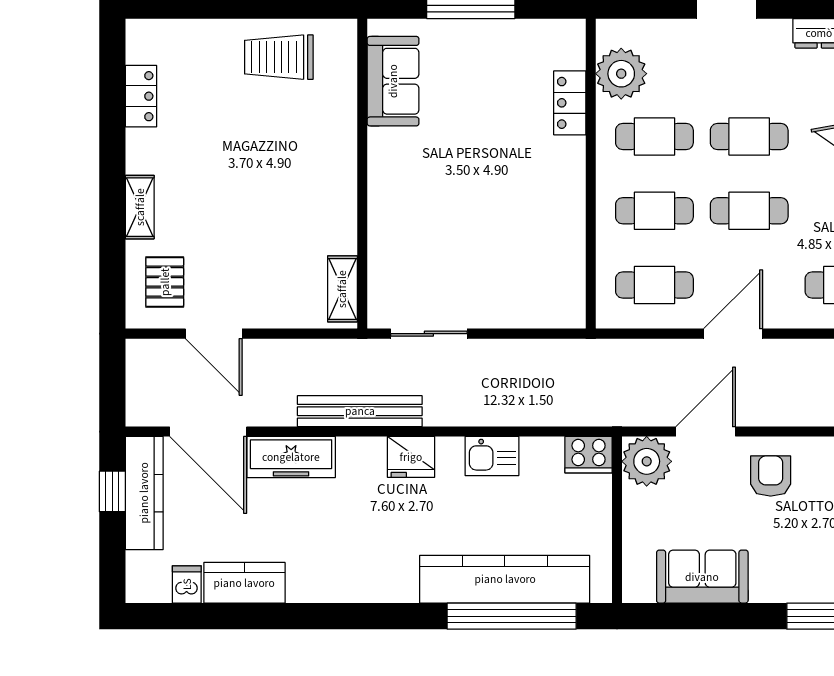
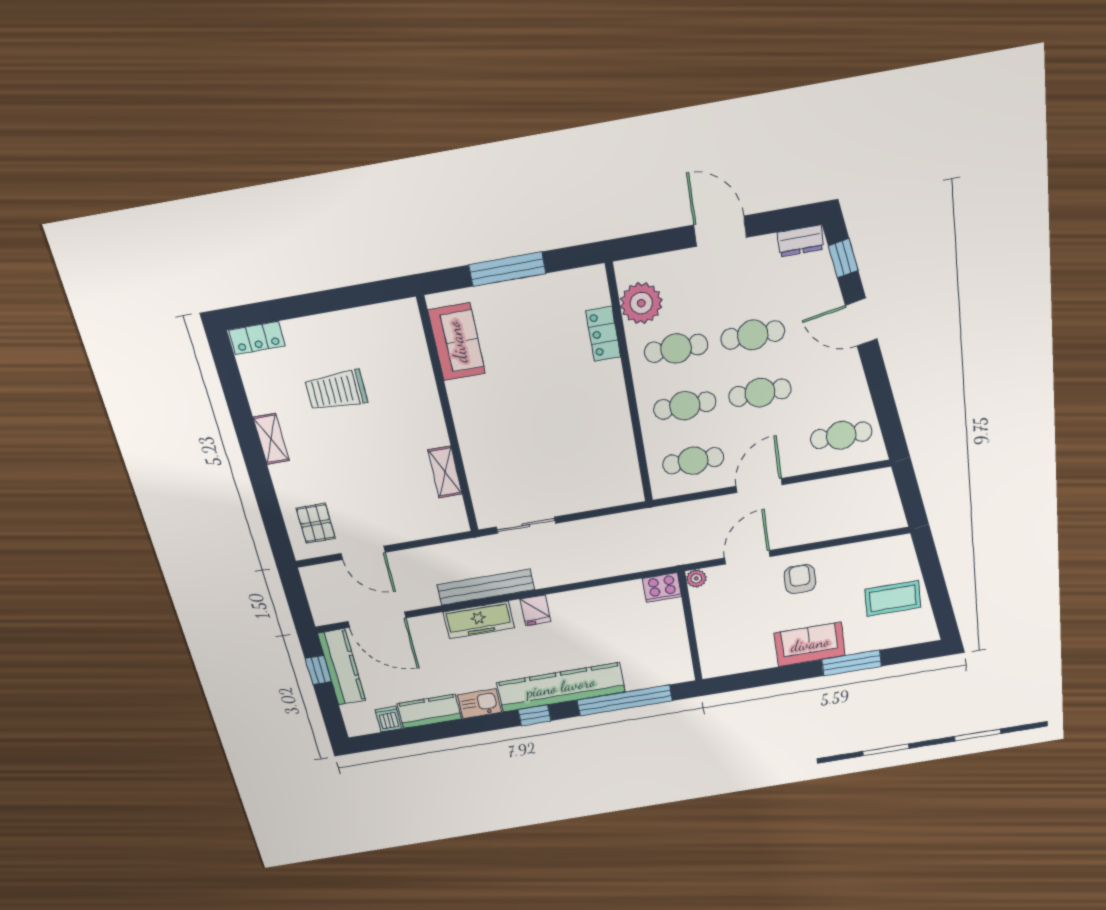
trolley: (279, 57) -> (336, 390), moved
locker: (141, 96) -> (257, 338), moved, turned 90
shelving: (140, 207) -> (271, 439), moved
shelving: (342, 289) -> (445, 472), moved
kitchen sink: (492, 456) -> (479, 704), moved, turned 180
freezer: (291, 457) -> (479, 620), moved
fridge: (411, 457) -> (536, 610), width x0.72
plant: (647, 461) -> (696, 578), width x0.53, depth x0.53
sofa: (702, 577) -> (810, 644), moved
kitchen counter: (505, 579) -> (561, 687), moved
window: (385, 616) -> (534, 715), added

